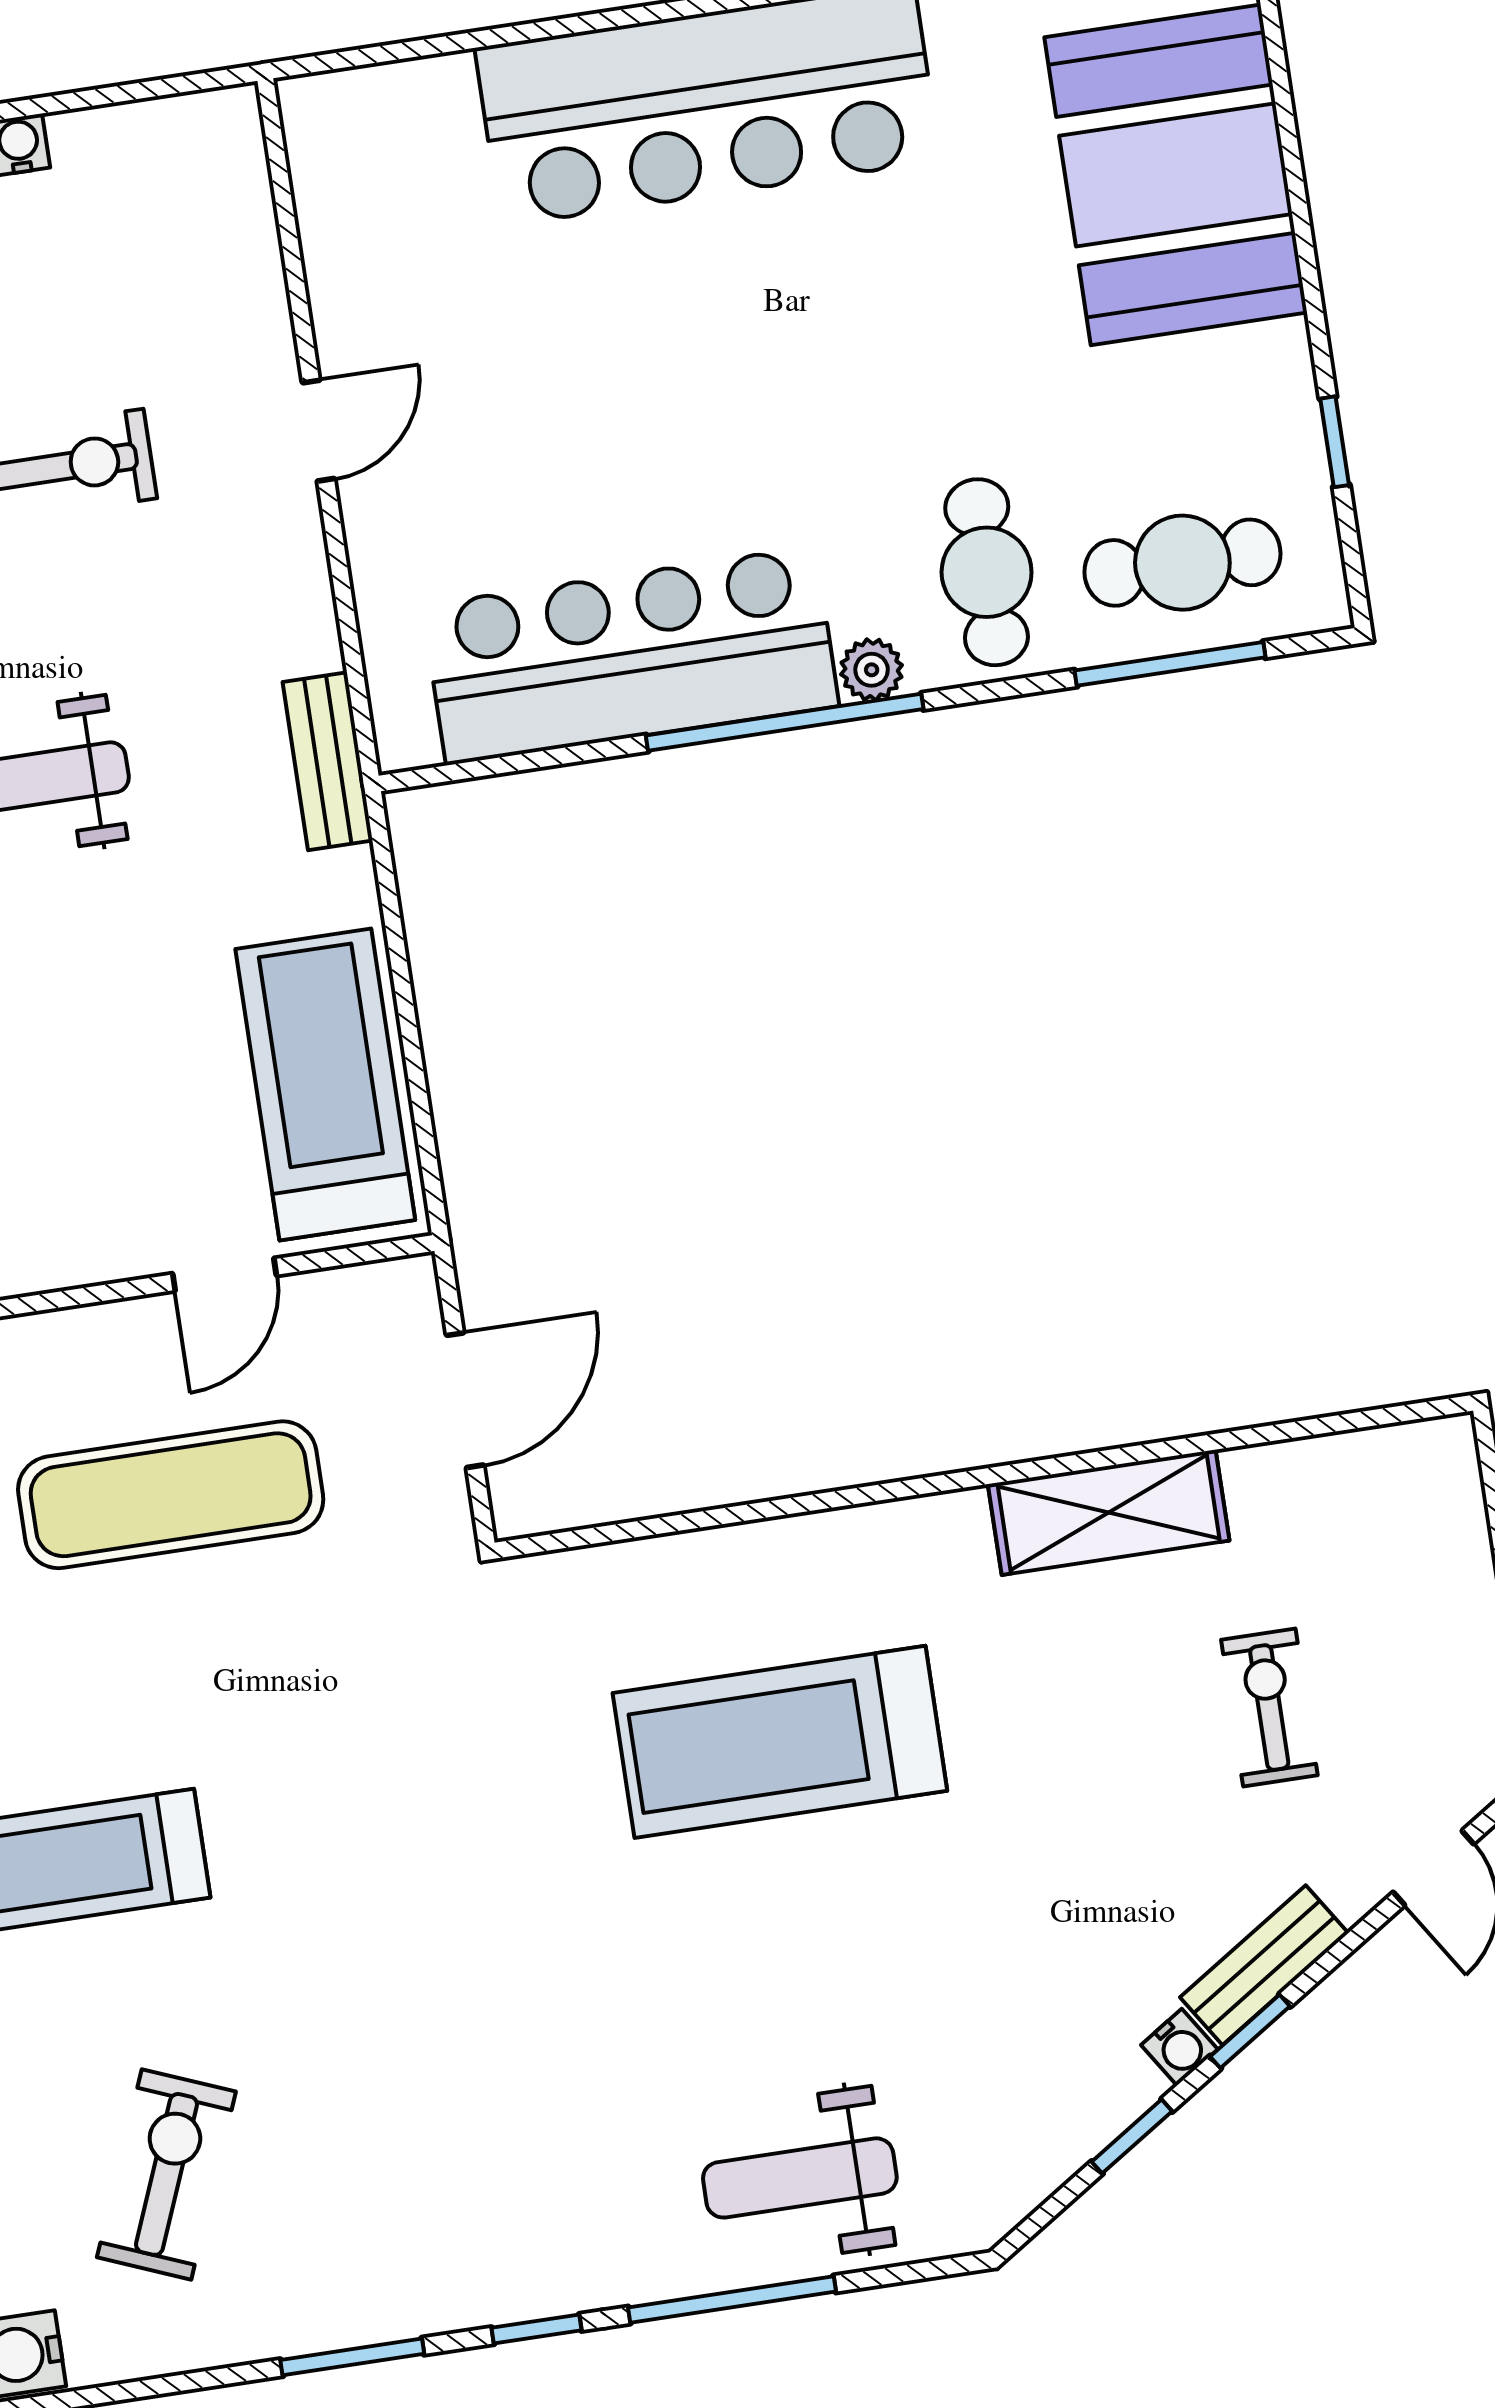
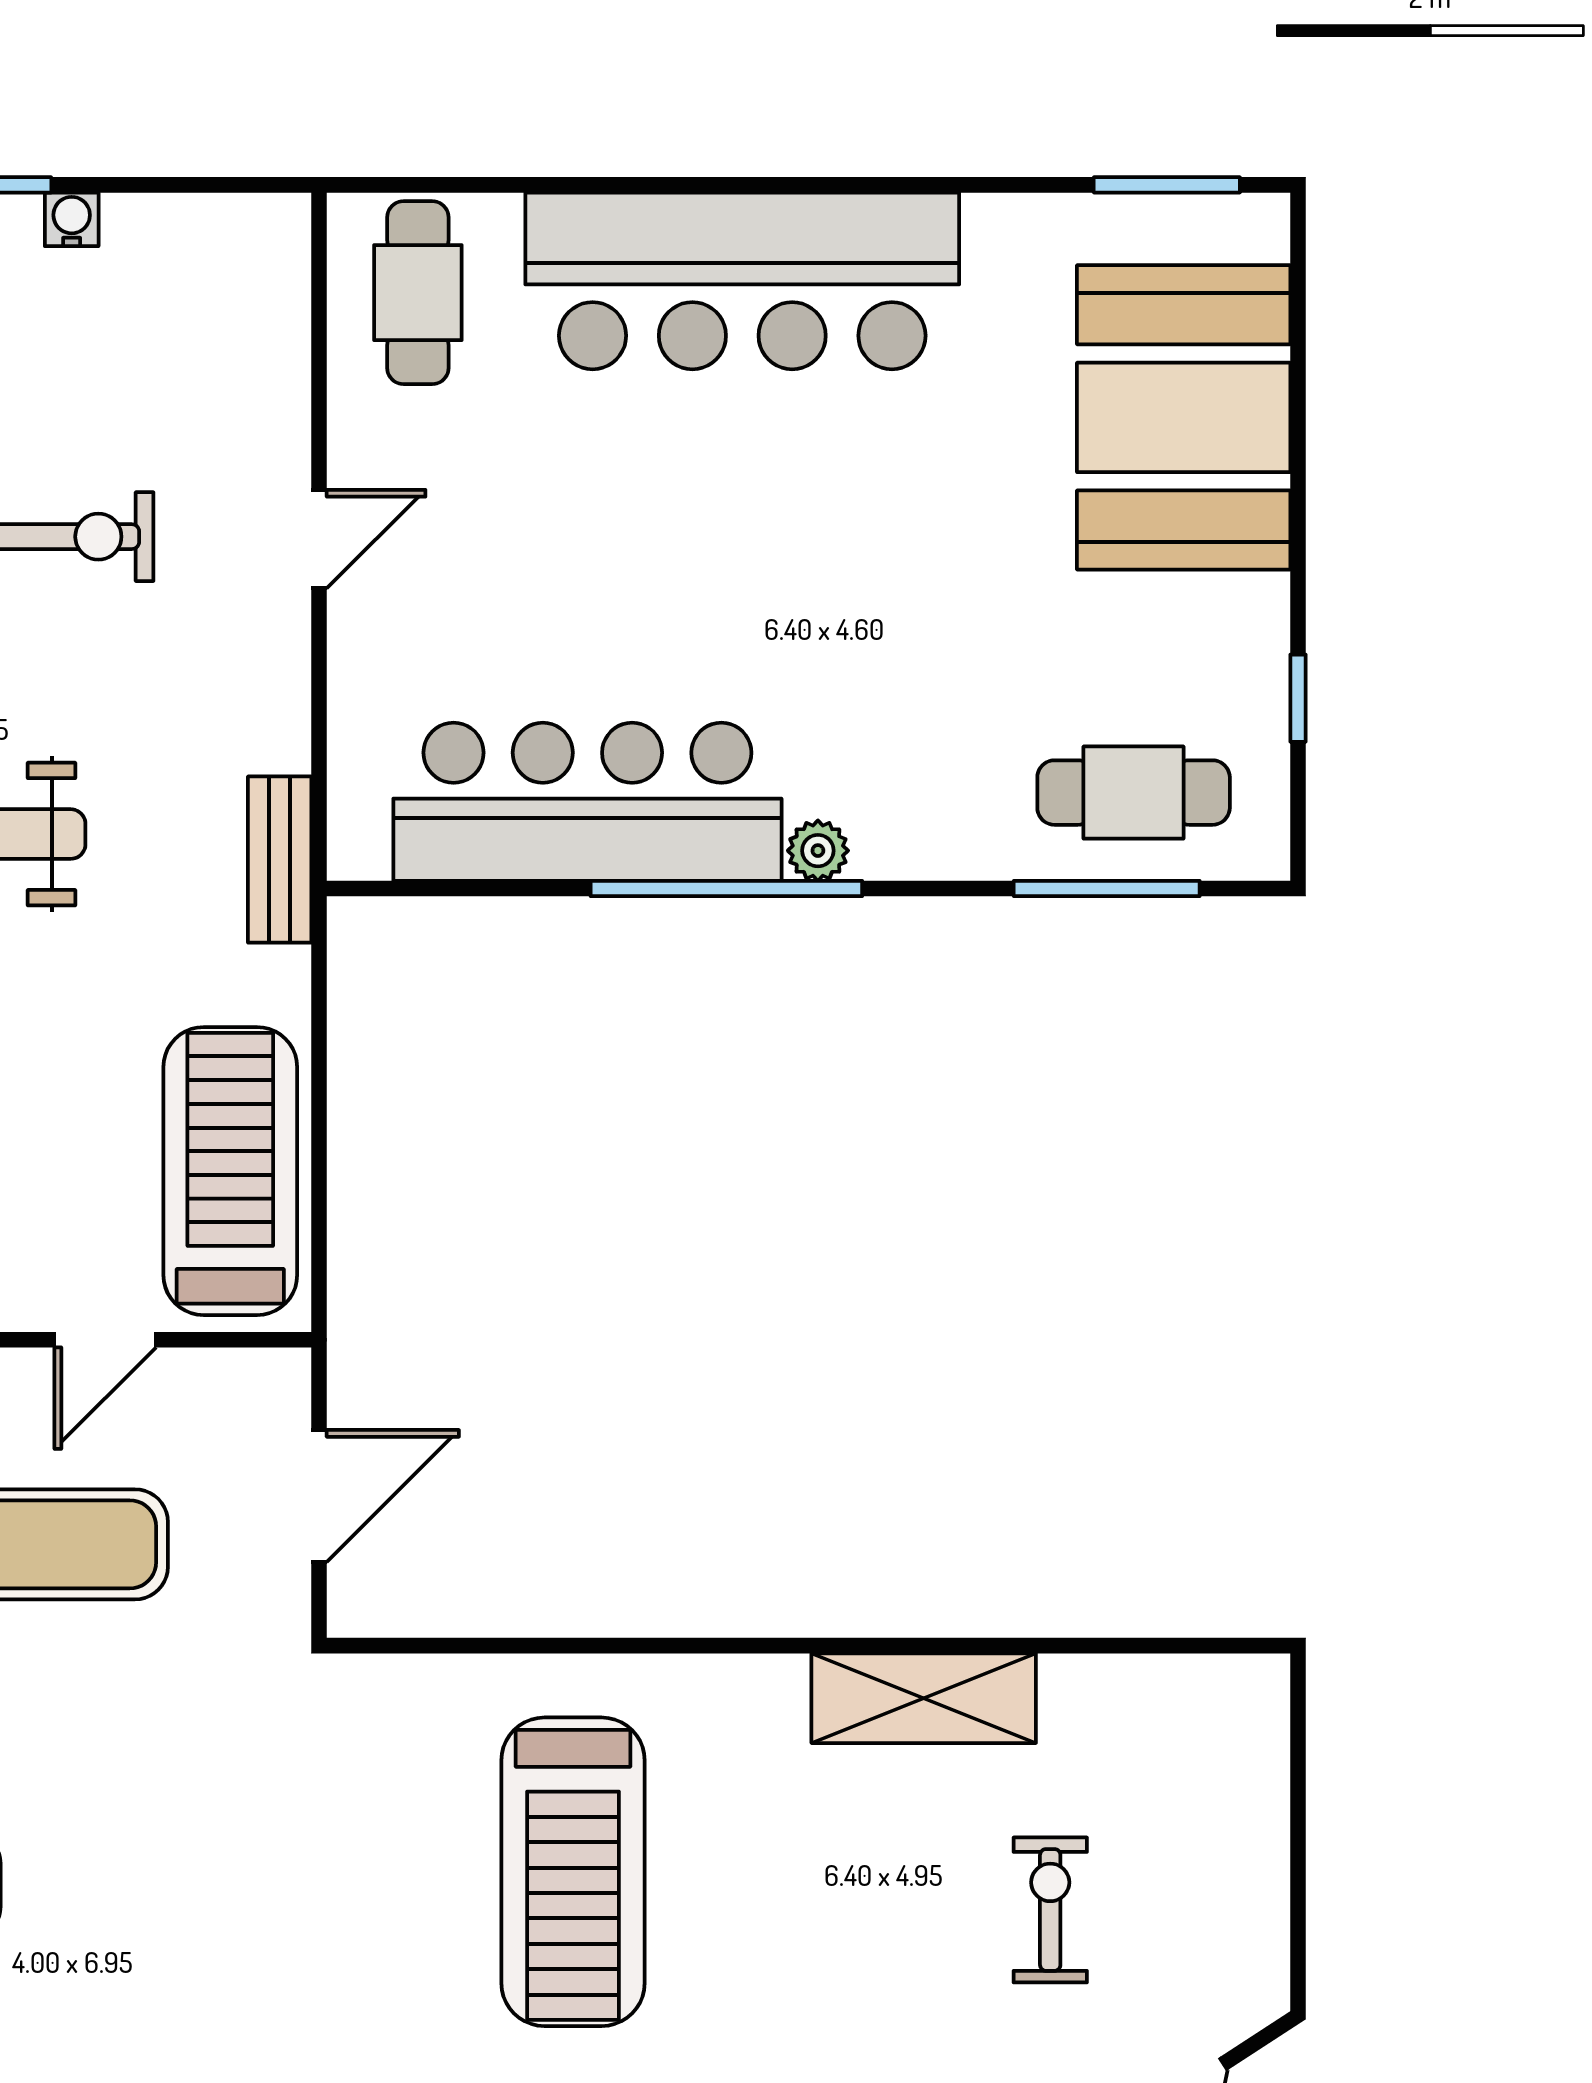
cafe table: (987, 572) -> (418, 293), moved
treadmill: (780, 1742) -> (573, 1872), turned -90

